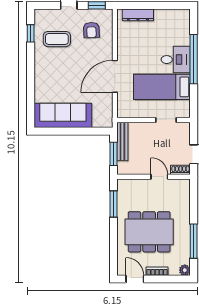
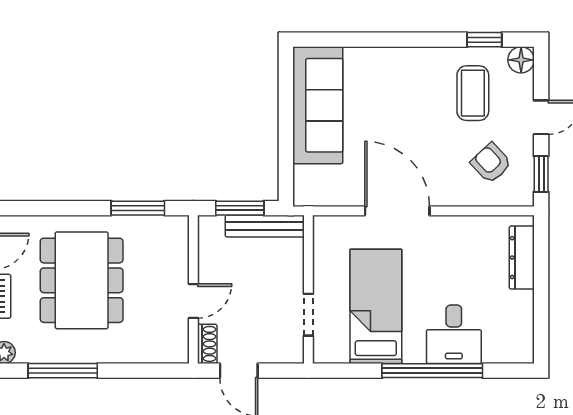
floor lamp: (40, 15) -> (521, 60), added
armchair: (91, 30) -> (491, 163), turned 50
desk: (176, 60) -> (454, 334), moved

